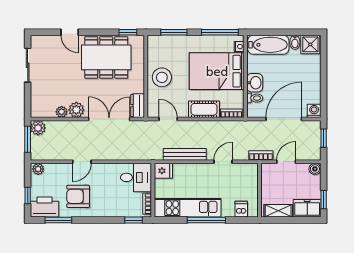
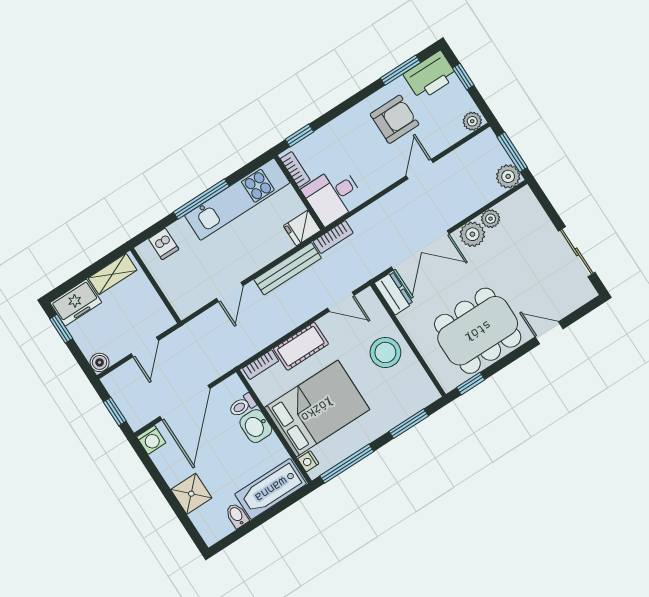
shower: (310, 44) -> (191, 494), moved
bookcase: (261, 155) -> (333, 237), moved

